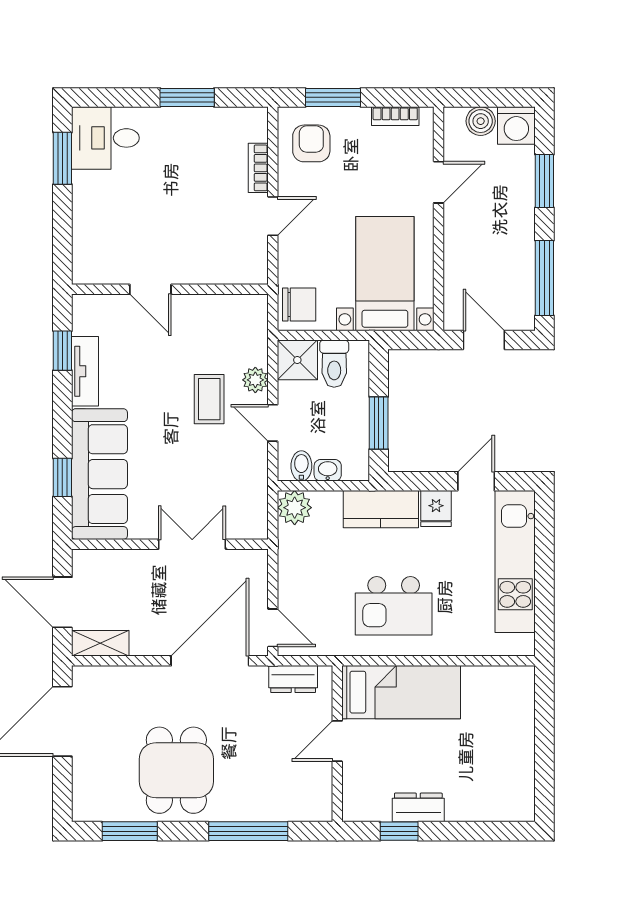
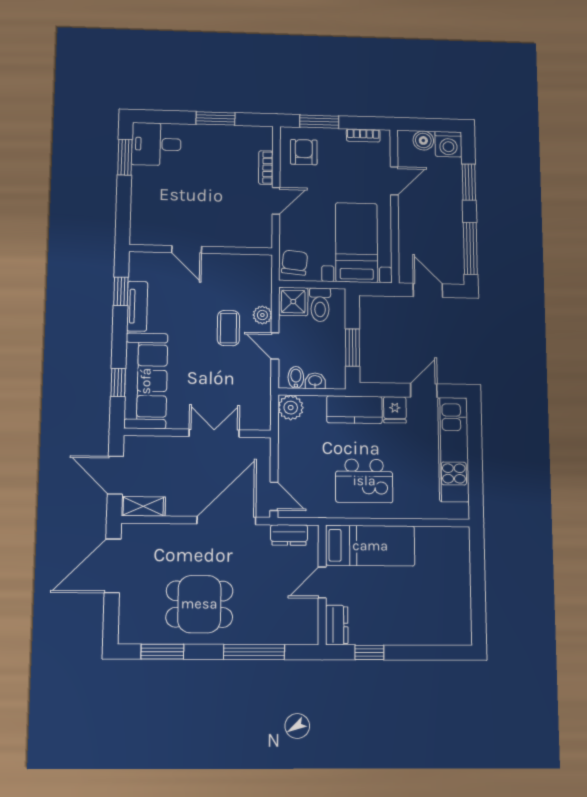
chair: (299, 305) -> (295, 263), turned -84
dining table: (176, 770) -> (199, 604), turned 90
dresser: (418, 807) -> (337, 625), moved, turned 90

